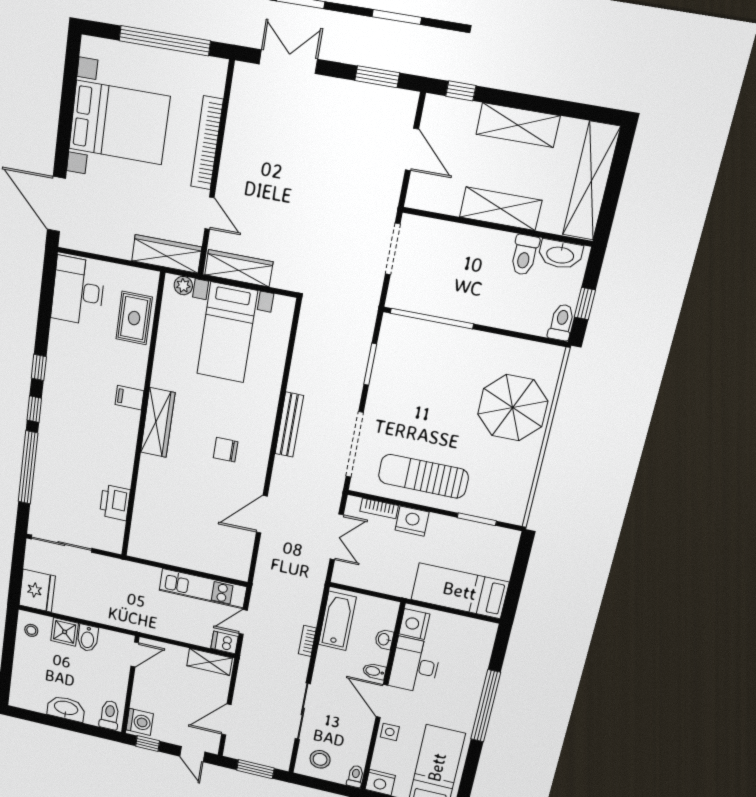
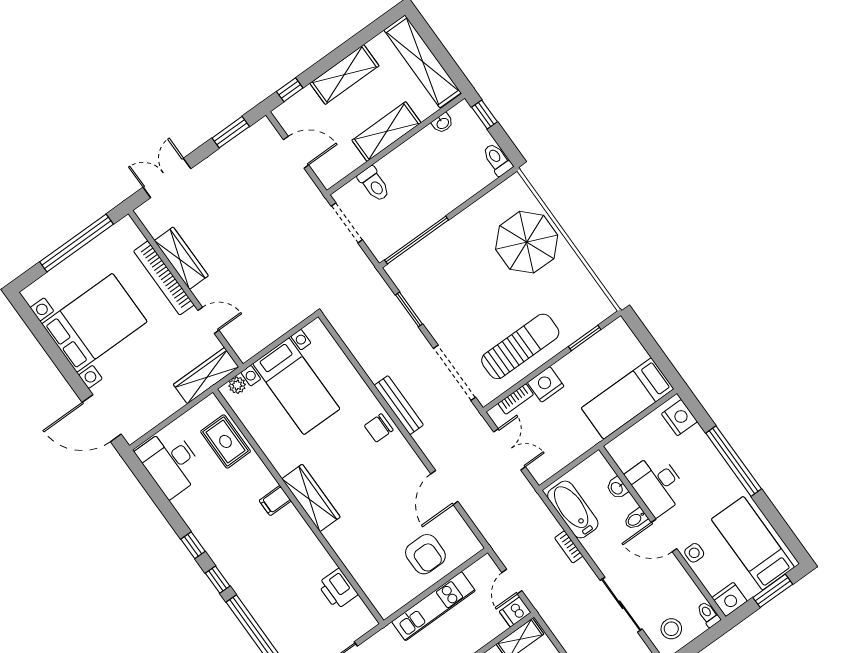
washbasin: (560, 254) -> (443, 123), width x0.52, depth x0.69
toilet: (525, 255) -> (374, 184), moved
wardrobe: (239, 268) -> (181, 258), moved, turned 90
window: (585, 304) -> (485, 115), moved
chair: (226, 450) -> (379, 428), moved
sun lounger: (423, 476) -> (520, 346), turned 180
armchair: (201, 543) -> (425, 554), added
kitchen unit: (203, 589) -> (433, 606), moved
nightstand: (414, 624) -> (679, 418), moved, turned 180

